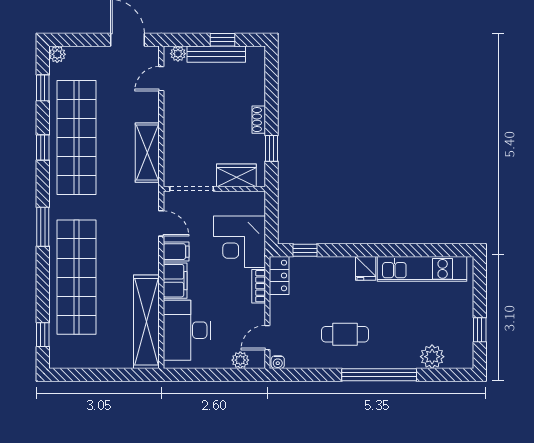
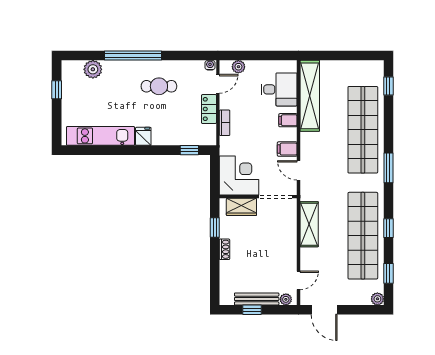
corner desk: (240, 242) -> (239, 175), moved
locker: (279, 276) -> (209, 109), moved
filing cabinet: (175, 281) -> (288, 120), width x0.50
desk: (187, 330) -> (279, 89), width x0.73

